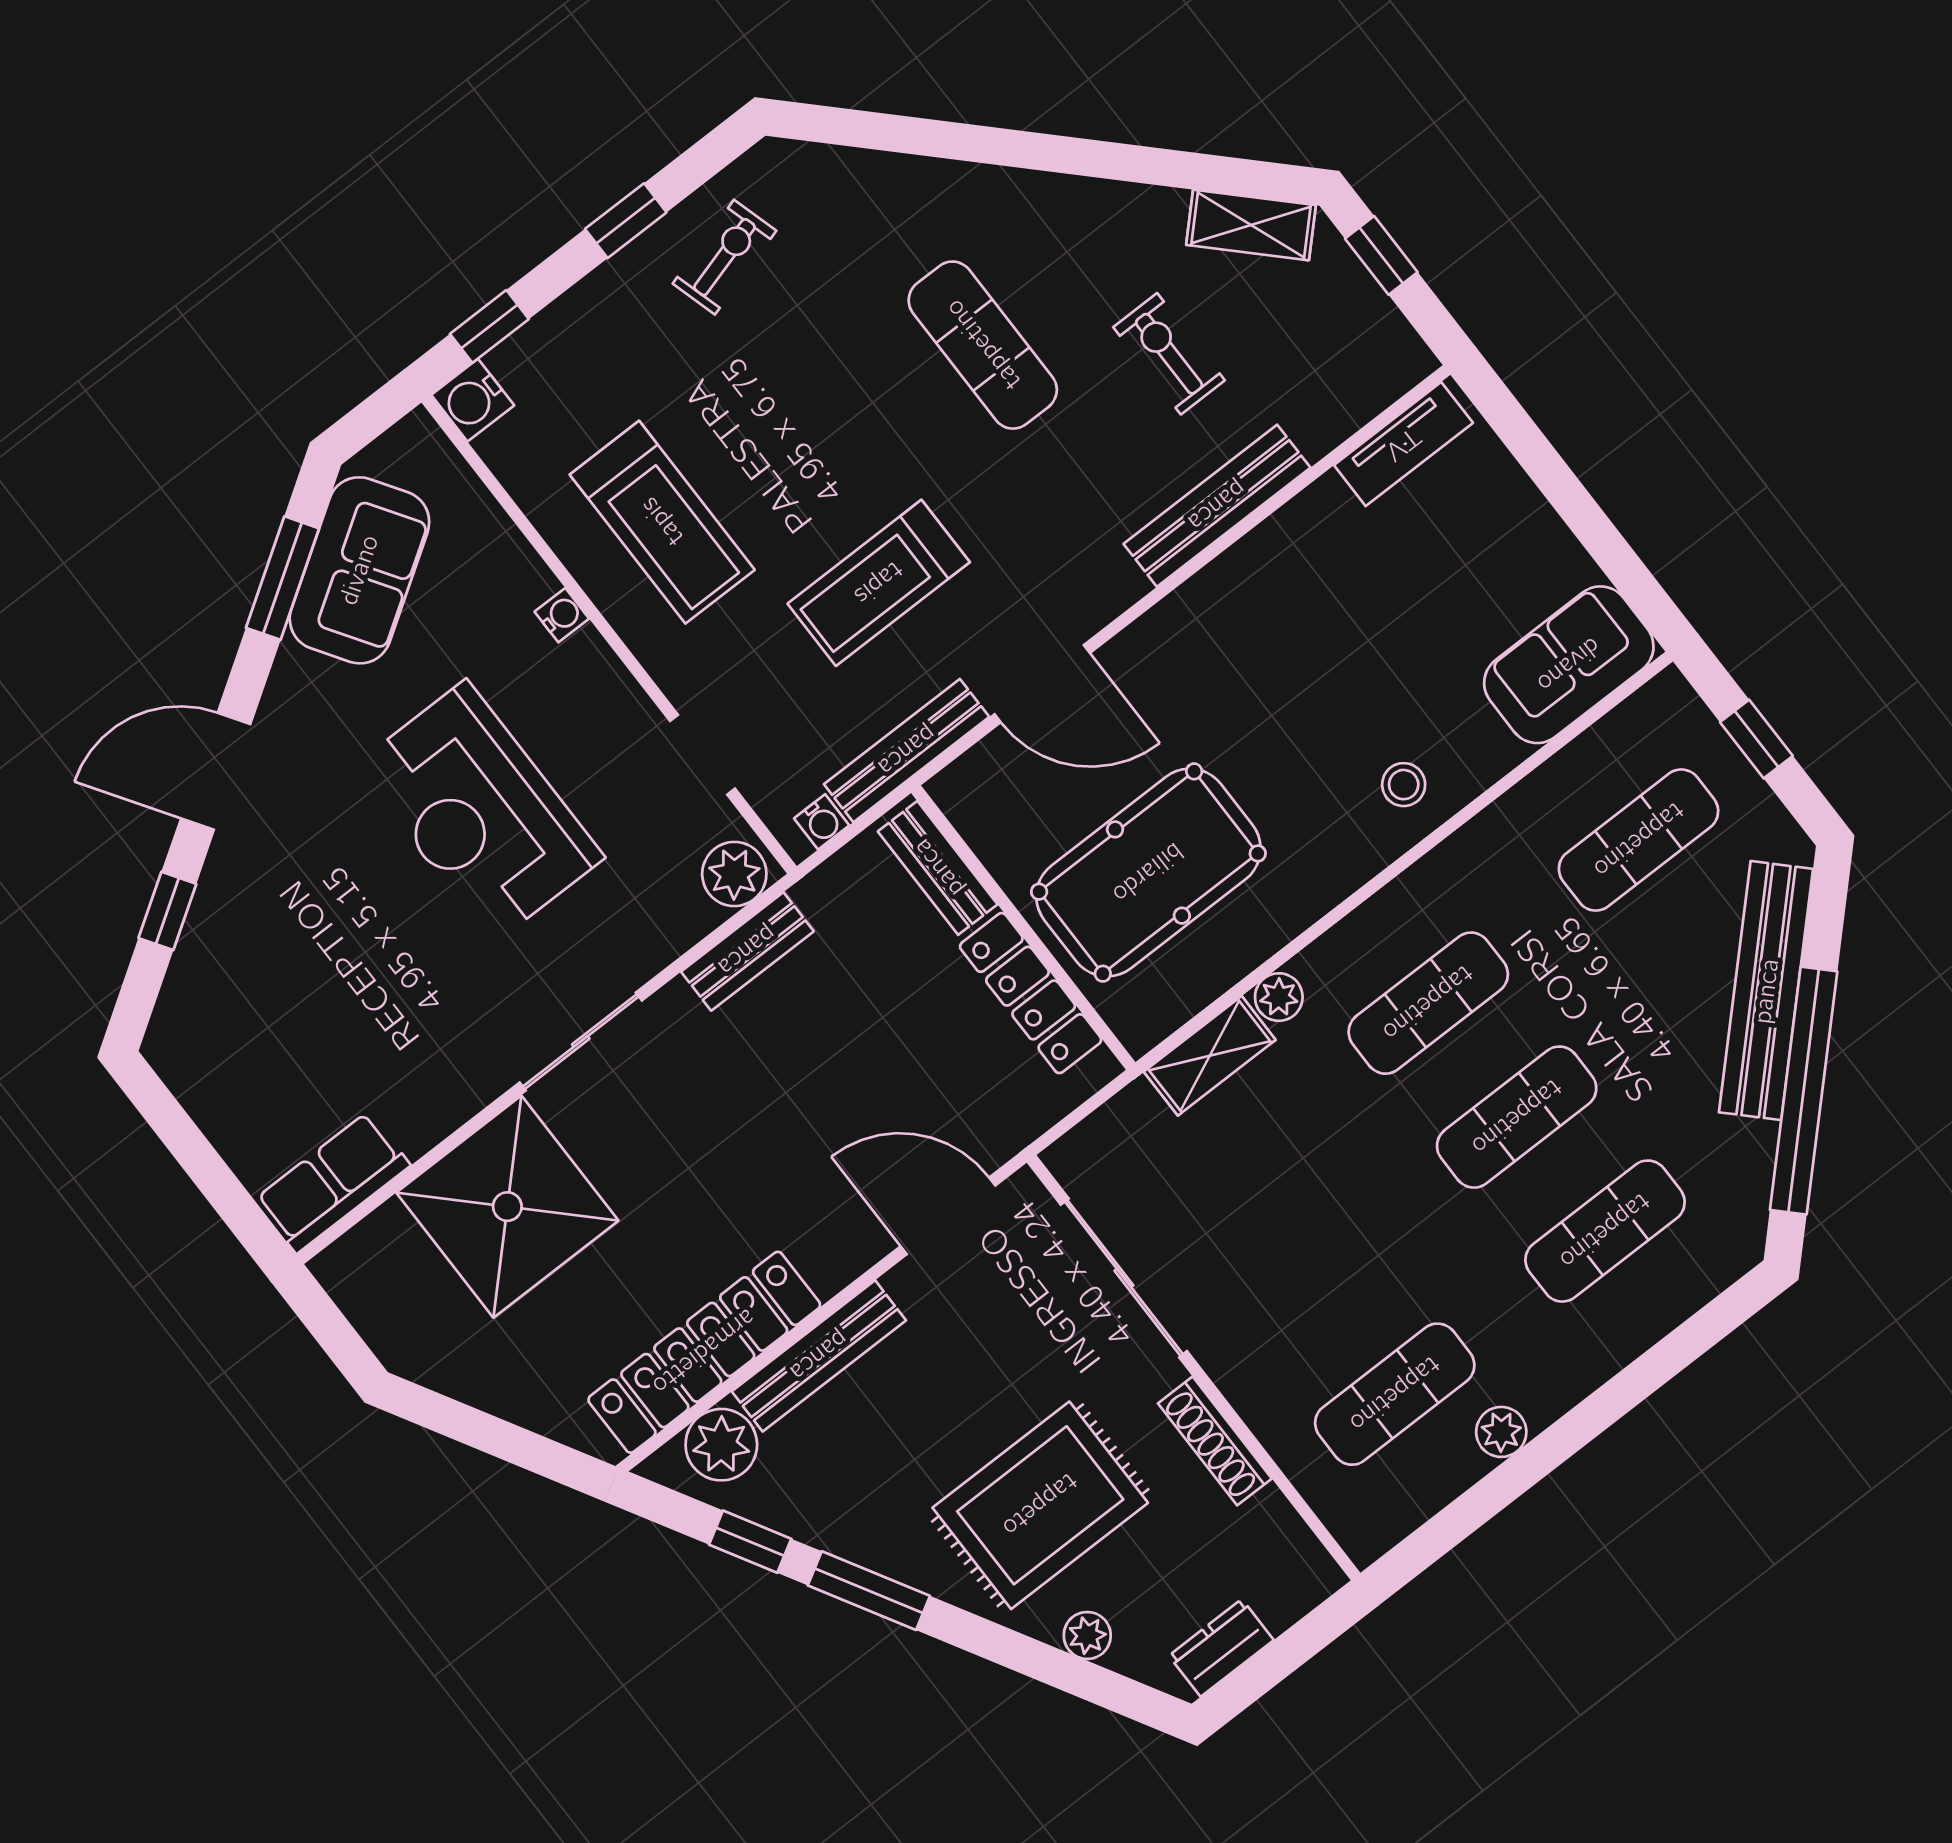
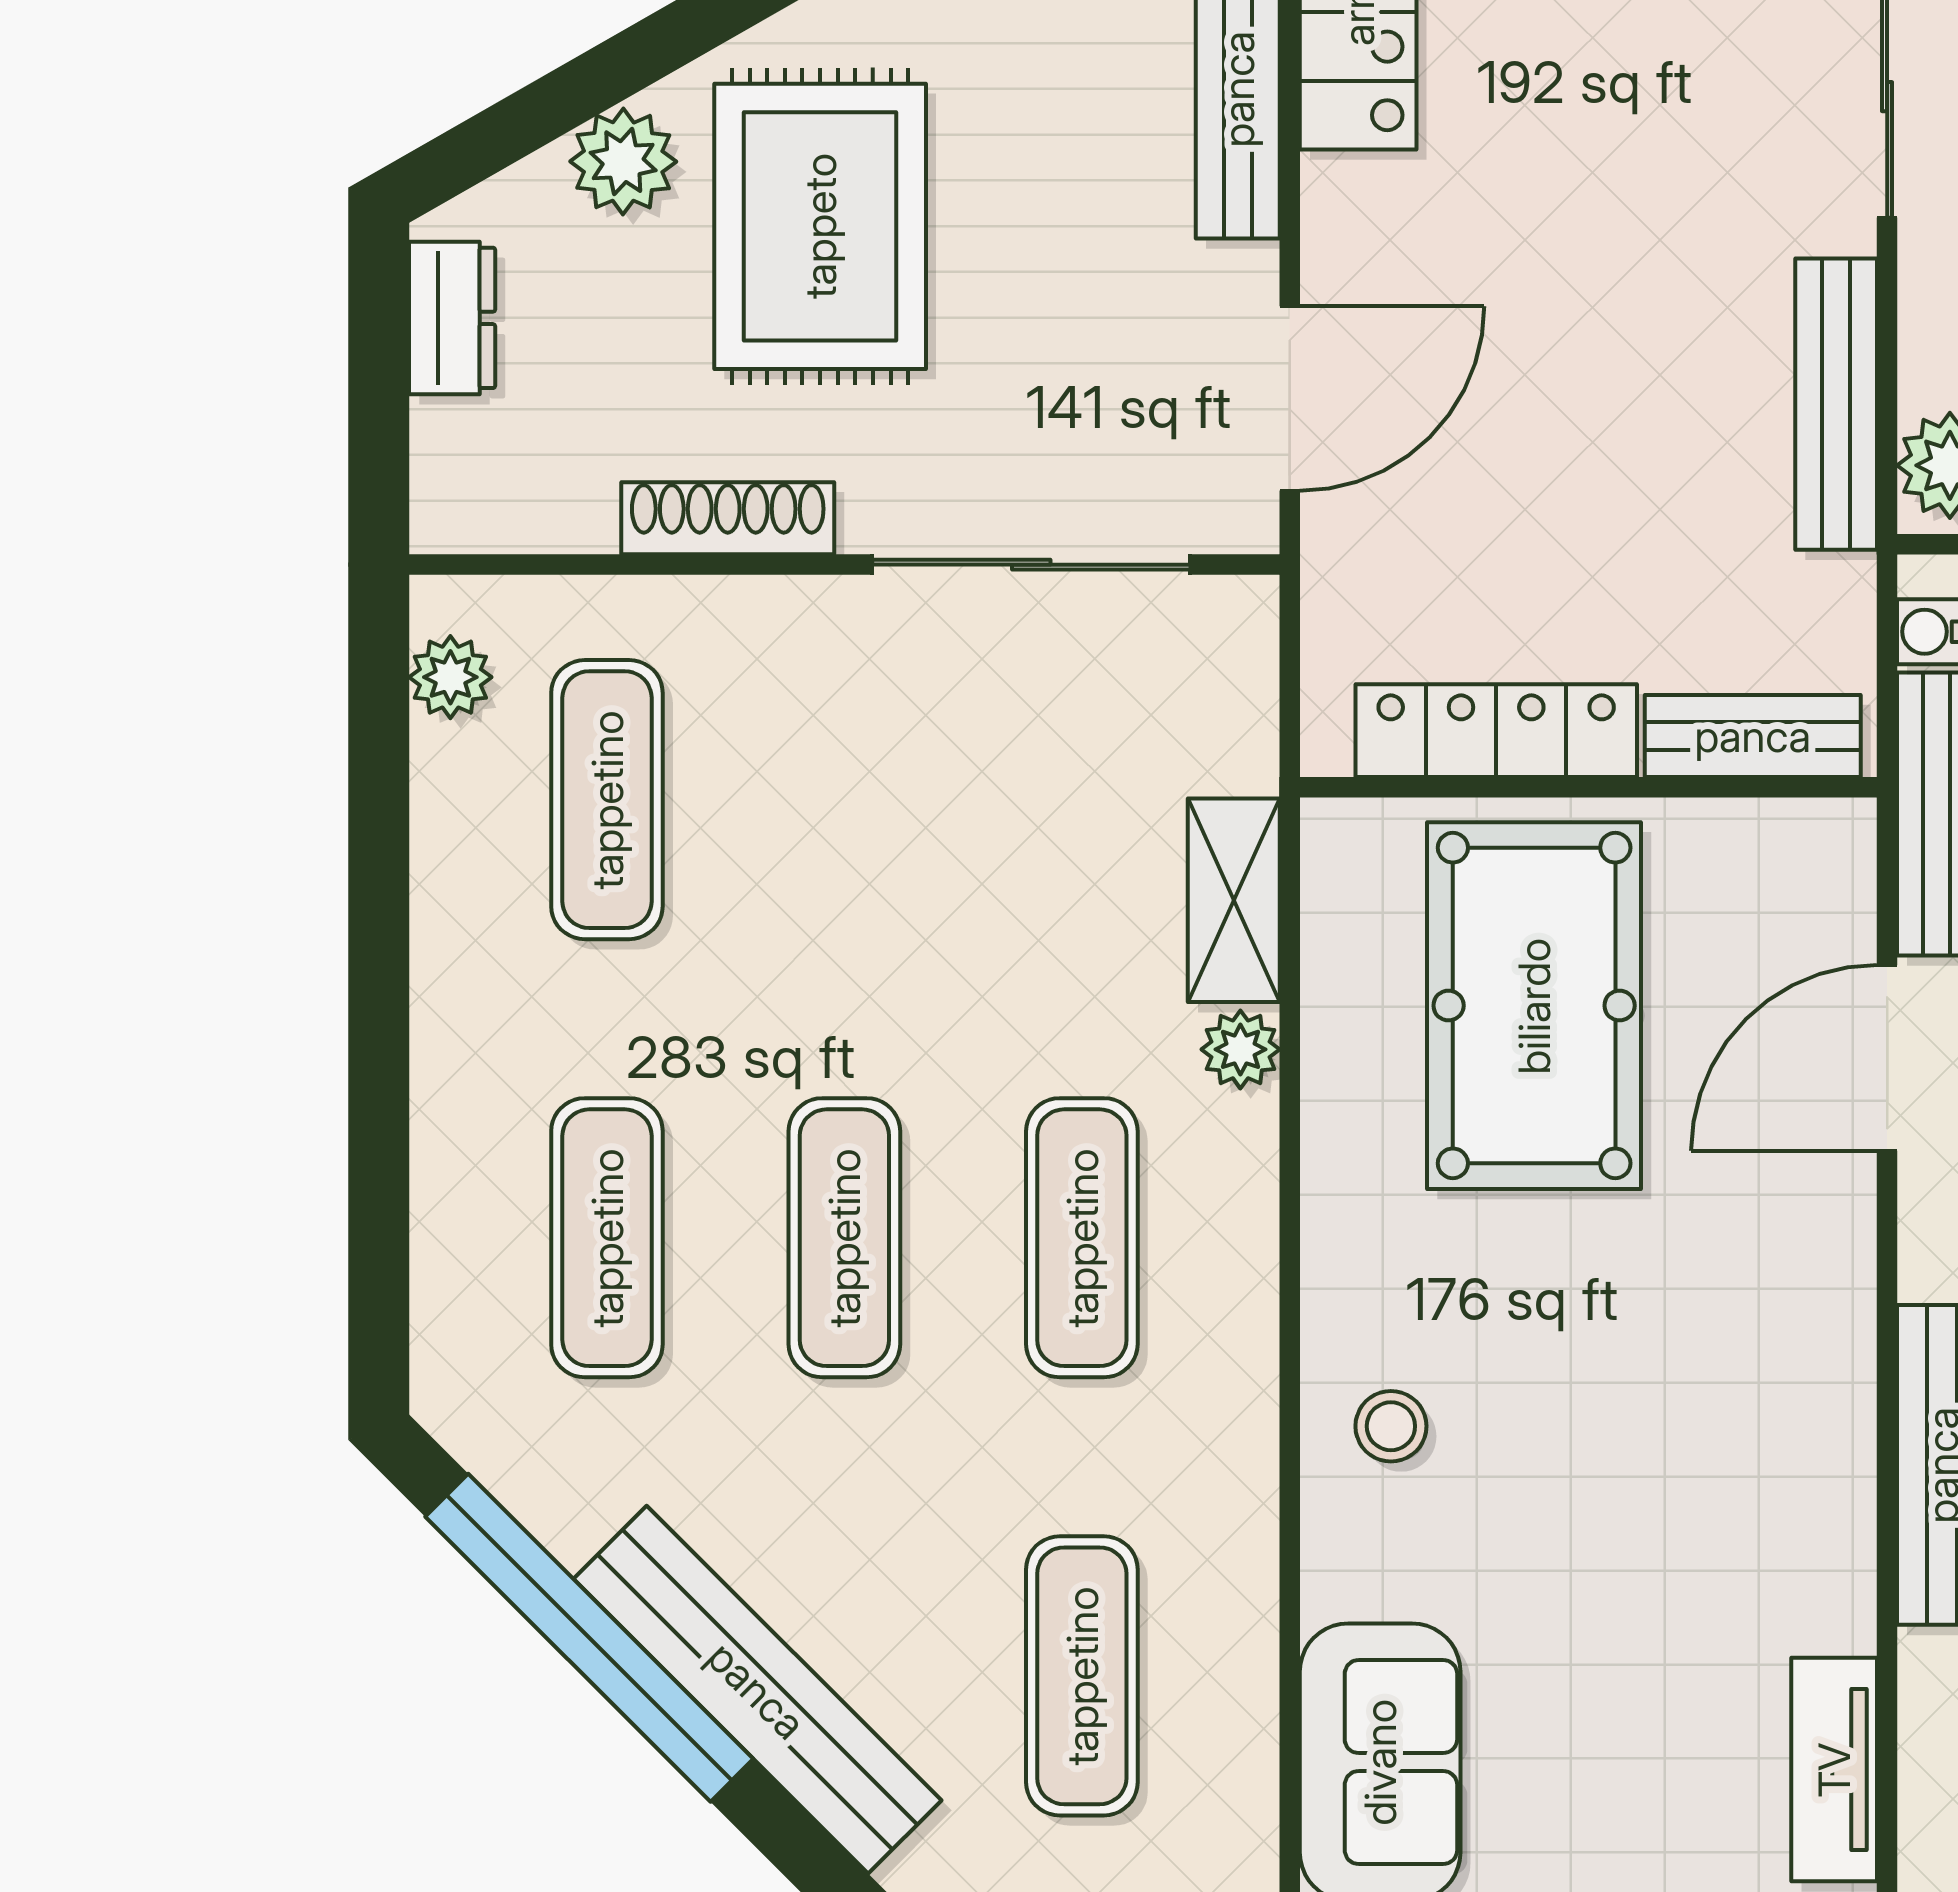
bench: (747, 951) -> (1836, 404), width x1.36
plant: (1501, 1432) -> (450, 677), moved
plant: (1087, 1635) -> (623, 162), width x1.38, depth x1.38

